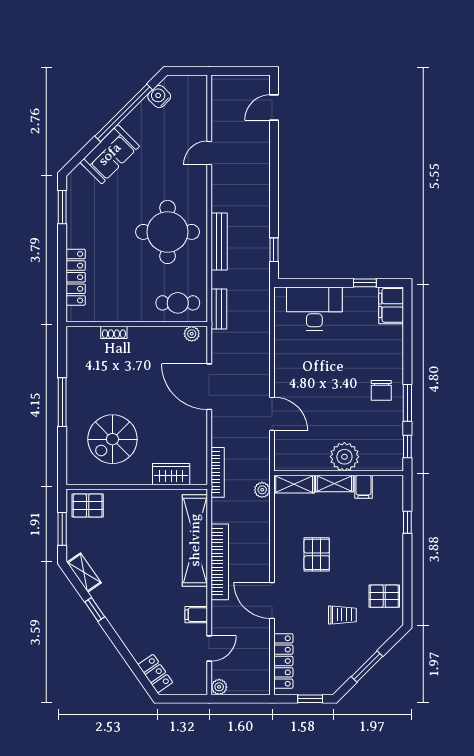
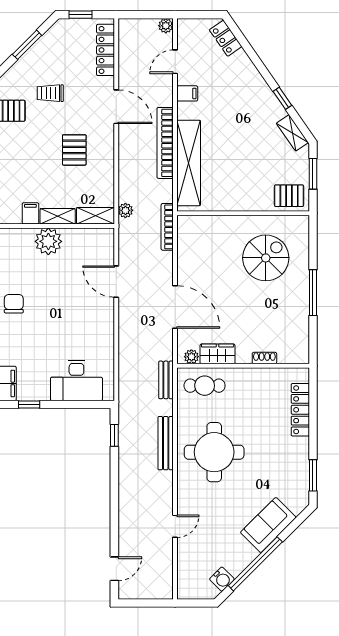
wardrobe: (171, 474) -> (218, 354), moved, turned 180

